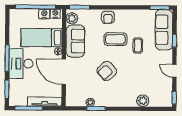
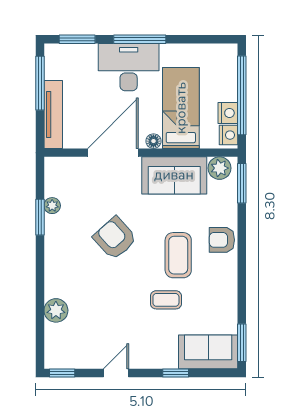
sofa: (164, 30) -> (208, 352), width x0.73

